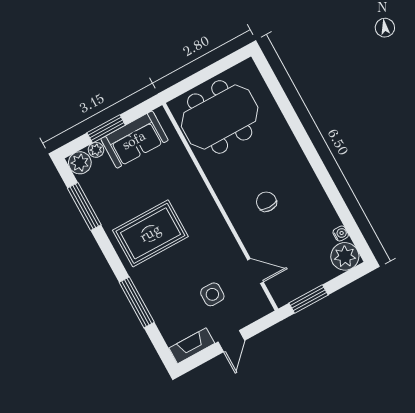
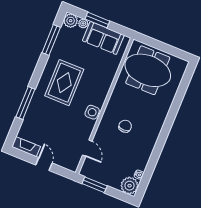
rug: (150, 233) -> (64, 83), turned 90
side table: (212, 294) -> (92, 112), moved
door: (231, 341) -> (44, 164), swing flipped

